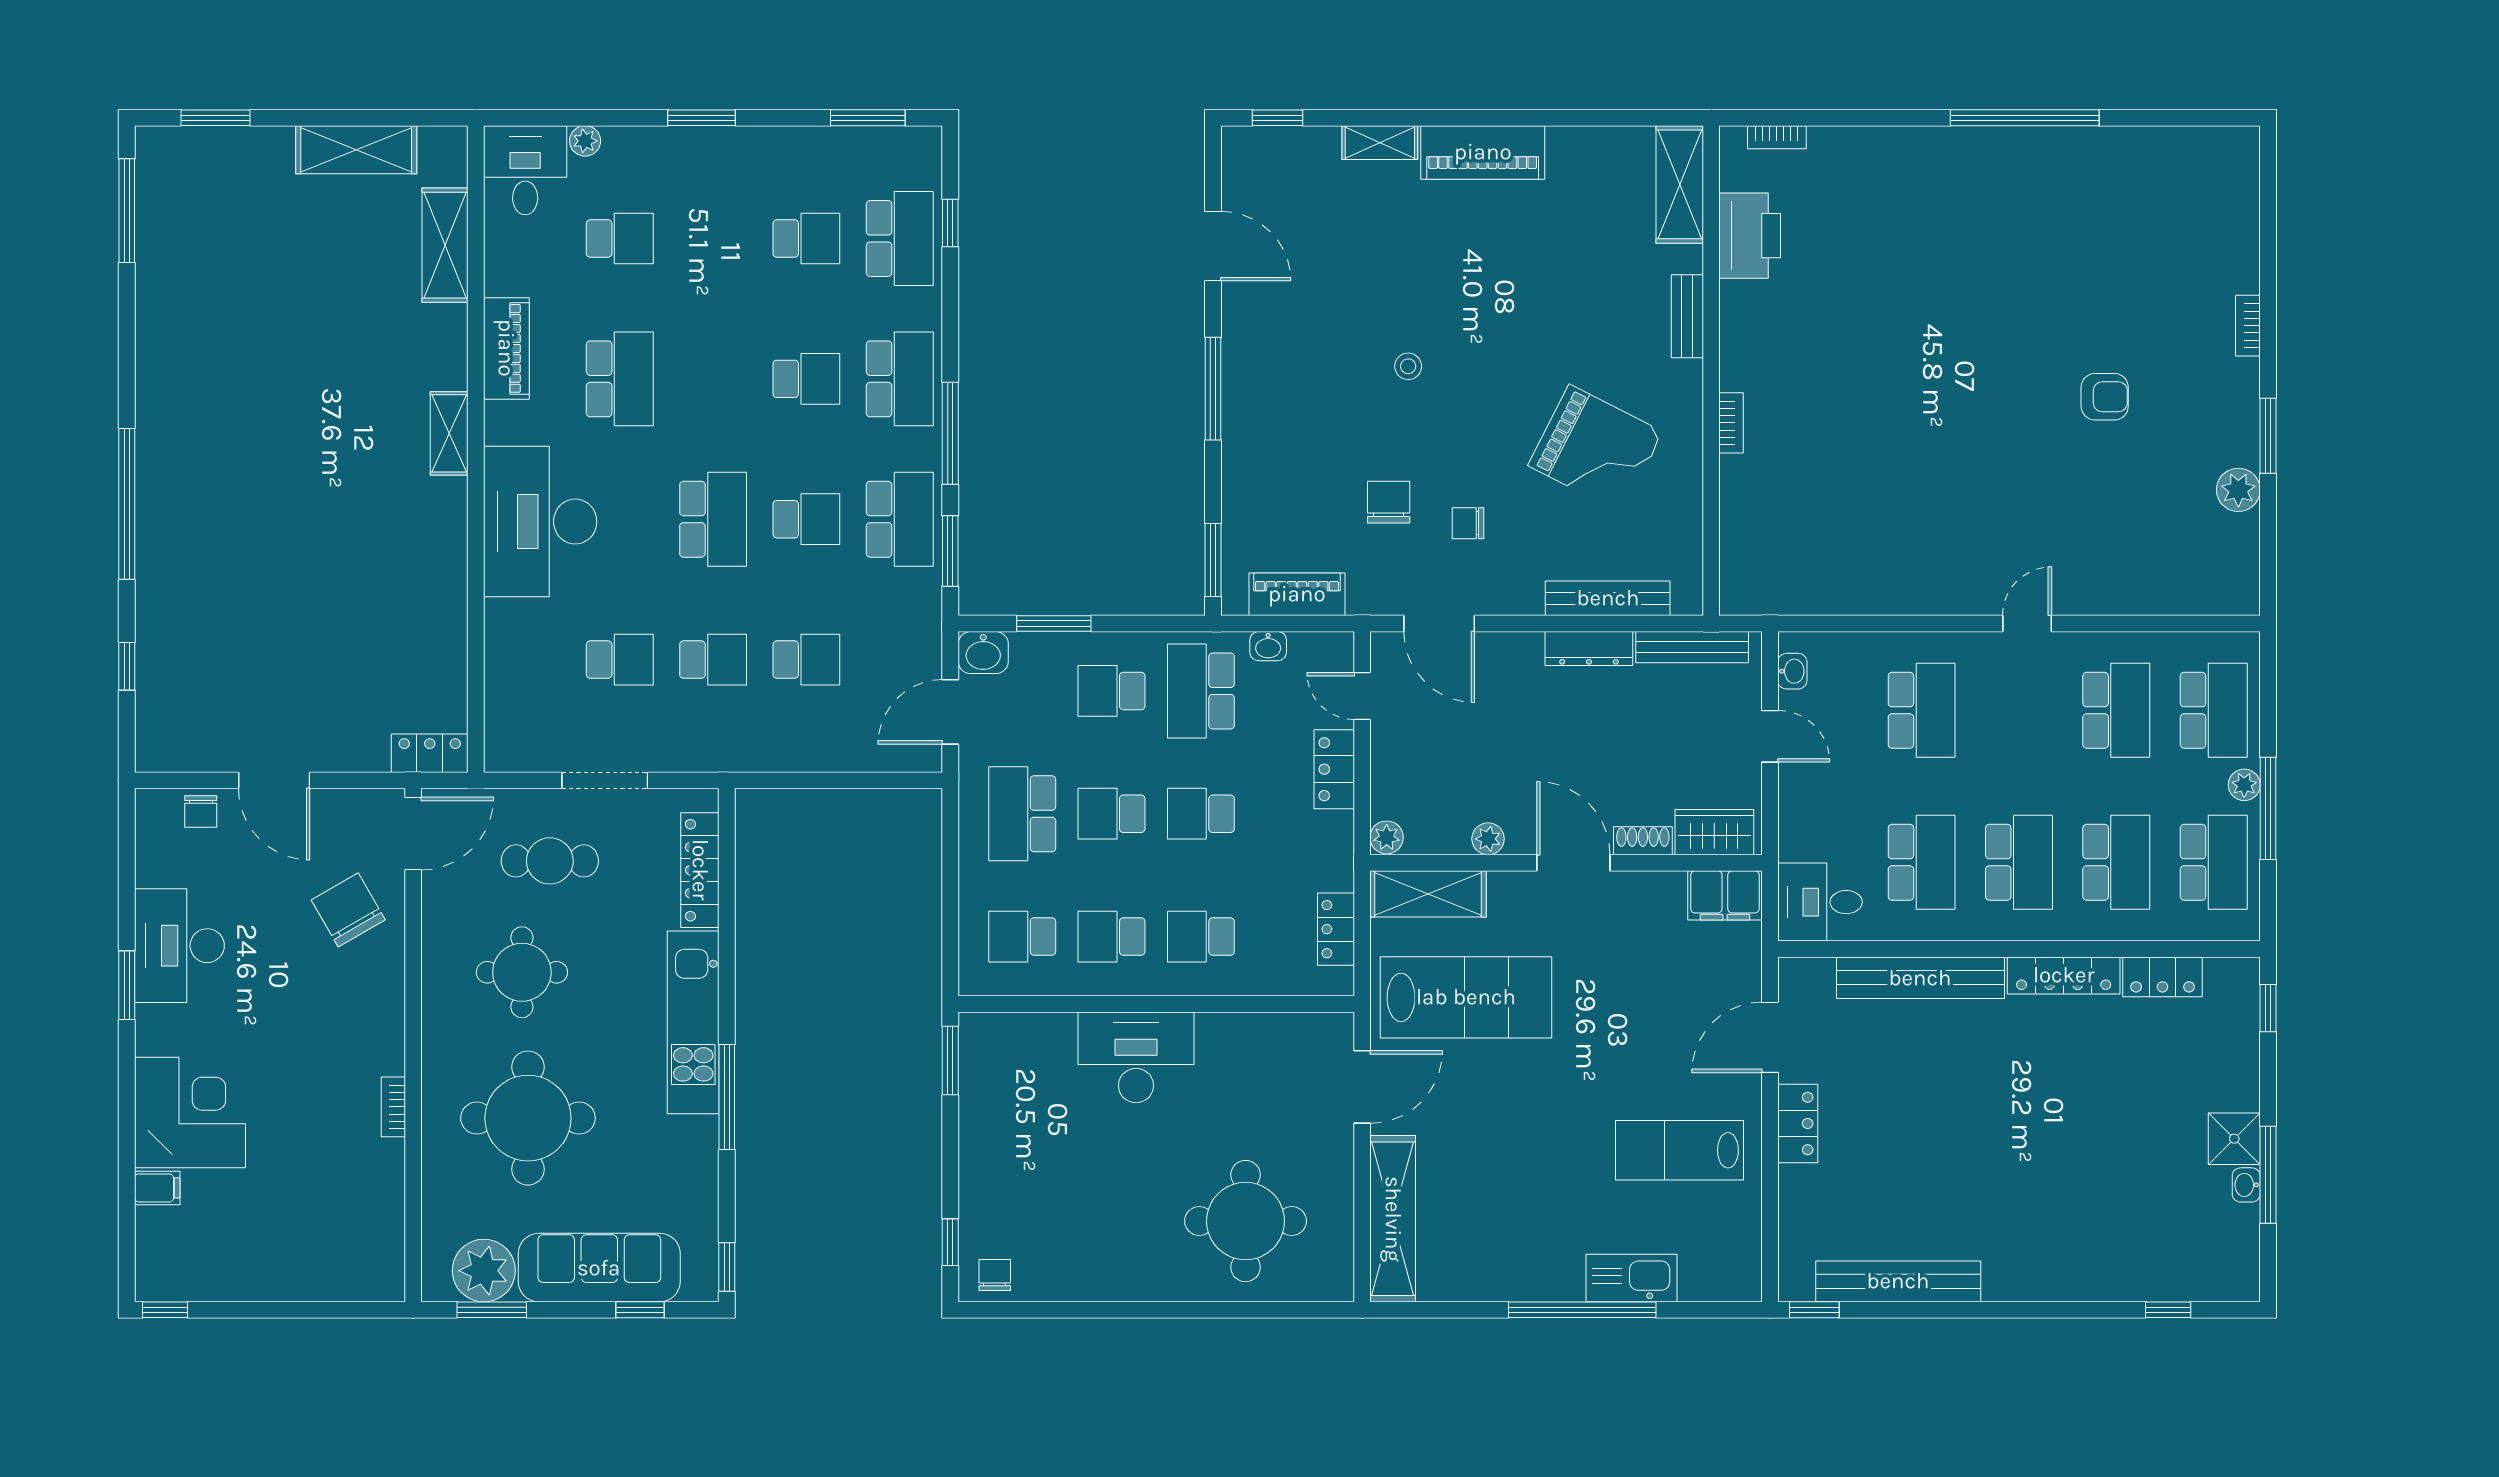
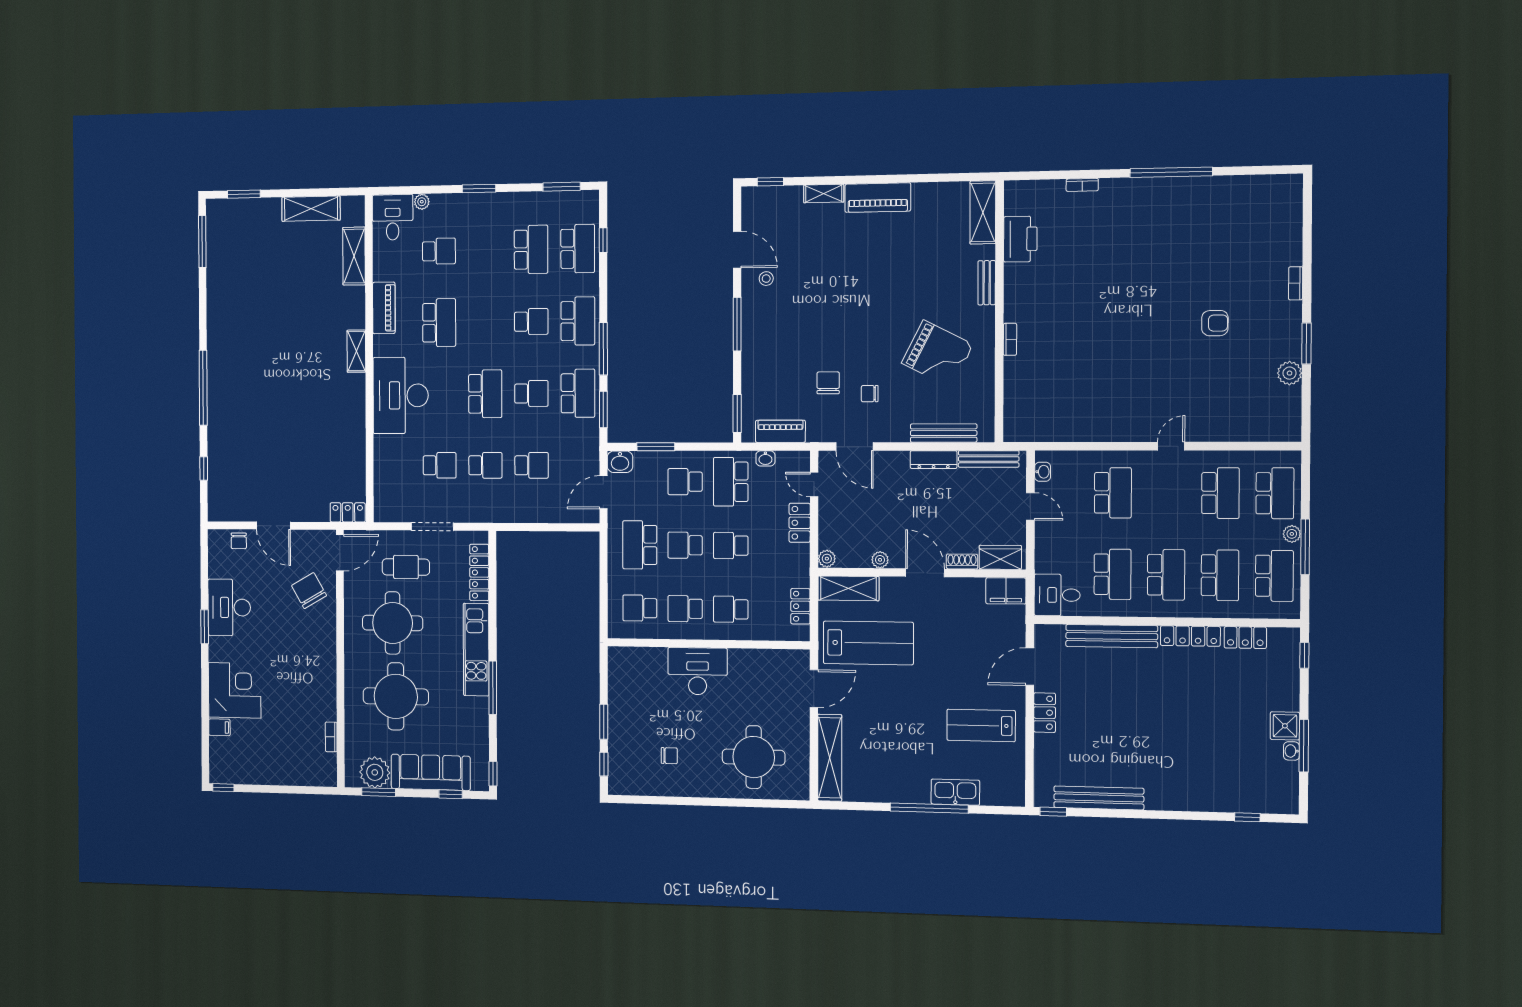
bookcase: (1777, 137) -> (1082, 185), moved
school desk: (806, 239) -> (531, 249), width x1.85
stool: (1408, 366) -> (766, 279), moved
round table: (522, 972) -> (393, 623), width x1.36, depth x1.36
window: (950, 1060) -> (604, 722), moved
bookcase: (393, 1107) -> (331, 737), moved
chair: (995, 1275) -> (669, 756), moved, turned 90

